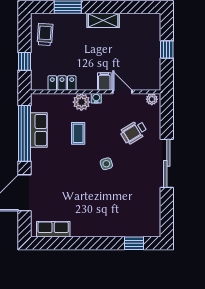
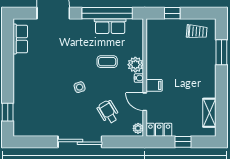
shelving: (103, 20) -> (209, 113), moved
locker: (62, 83) -> (159, 130), moved, turned -90
door: (122, 92) -> (145, 102), swing flipped

